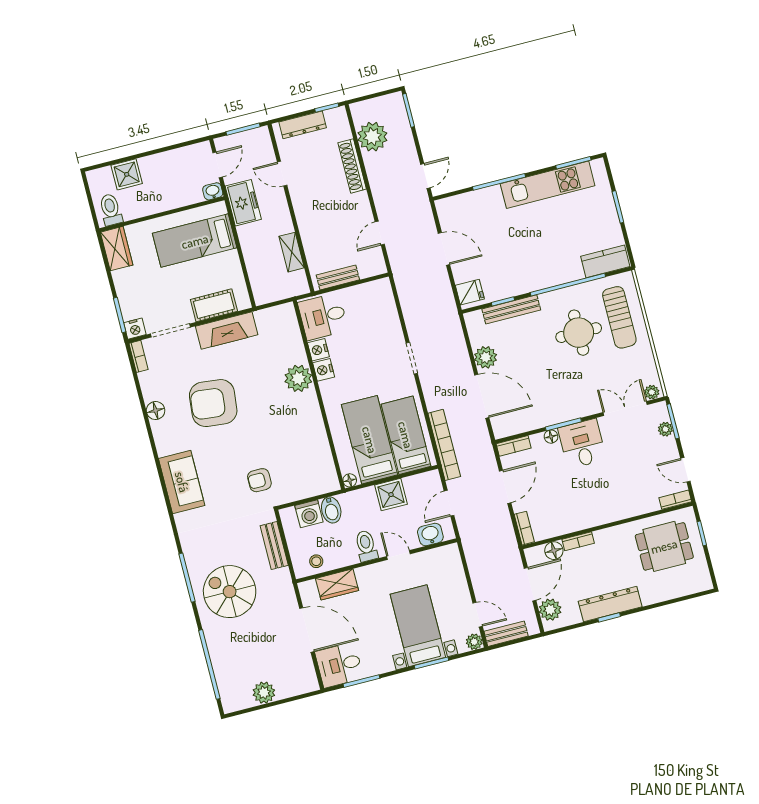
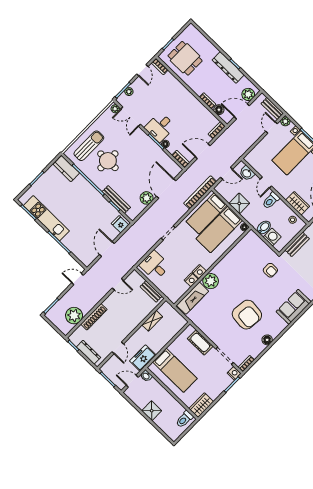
shower: (127, 174) -> (152, 411), moved
desk: (323, 316) -> (155, 265), moved, turned 180
fireplace: (227, 331) -> (193, 298), moved, turned 90

